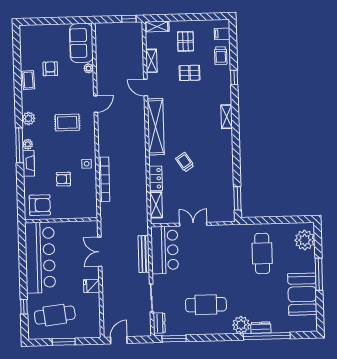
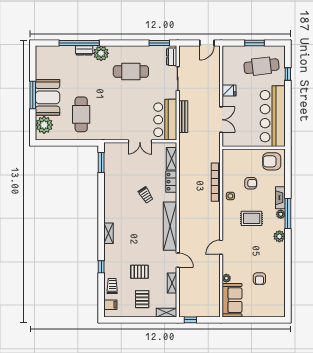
coffee table: (28, 80) -> (279, 270), removed
rug: (67, 123) -> (252, 218), moved
booth: (302, 294) -> (48, 97), moved

